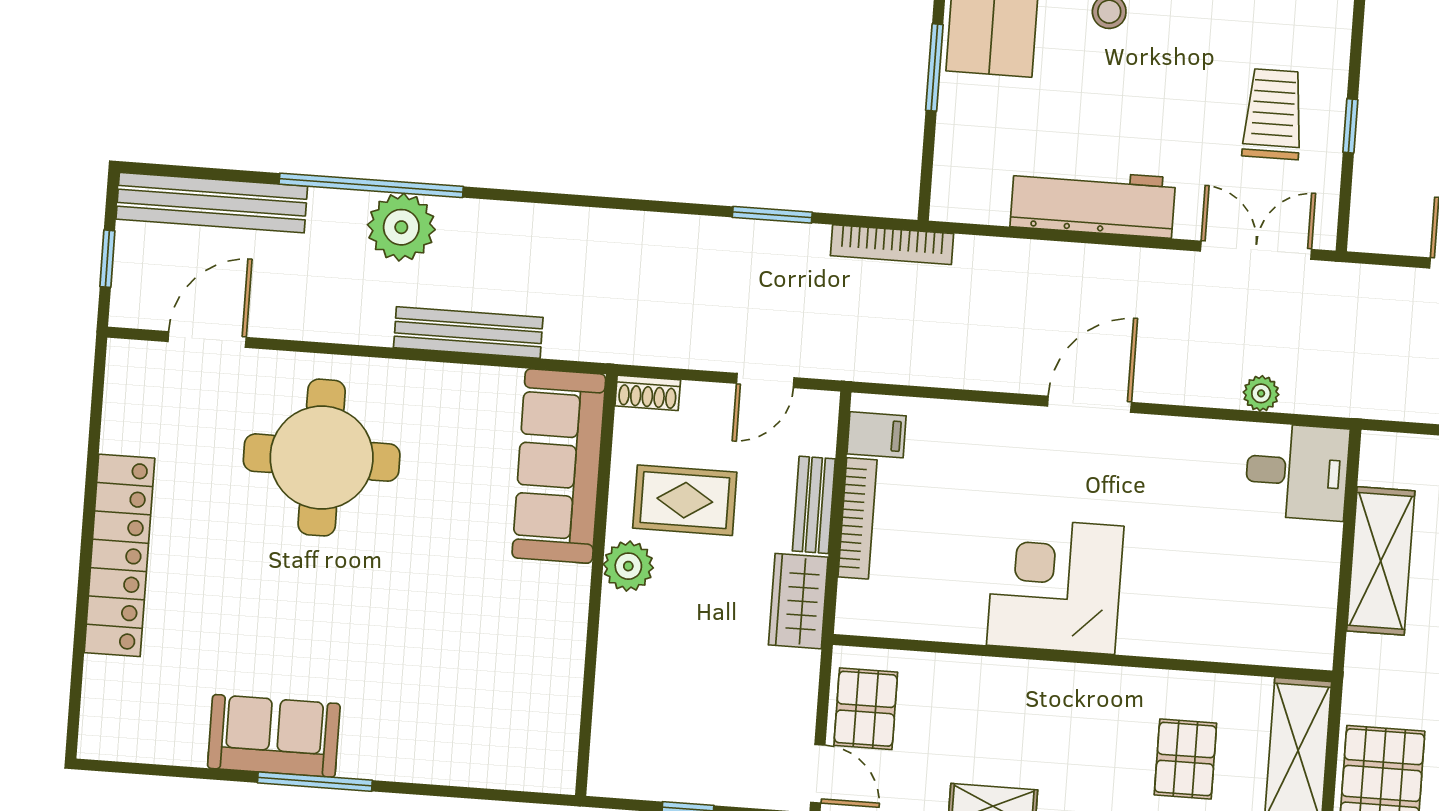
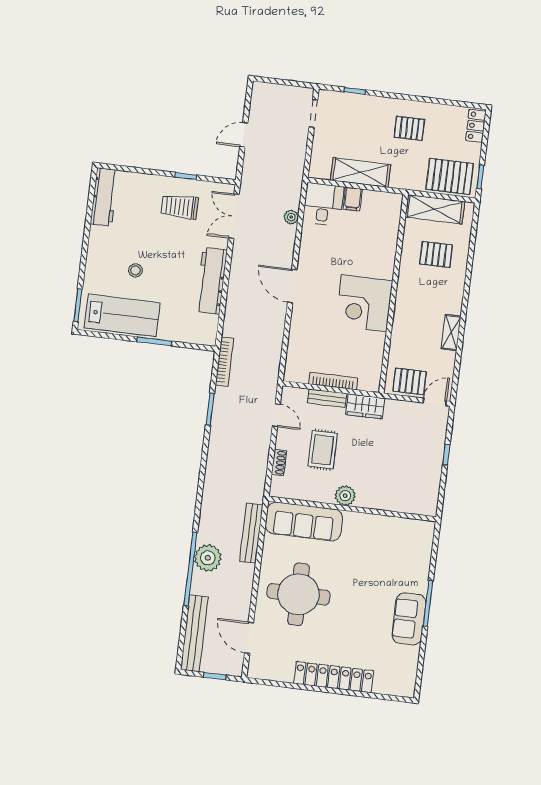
filing cabinet: (877, 435) -> (353, 199), moved, turned 180
sofa: (559, 466) -> (304, 521), moved
plant: (628, 566) -> (345, 496), moved
wall: (596, 585) -> (352, 509), moved

